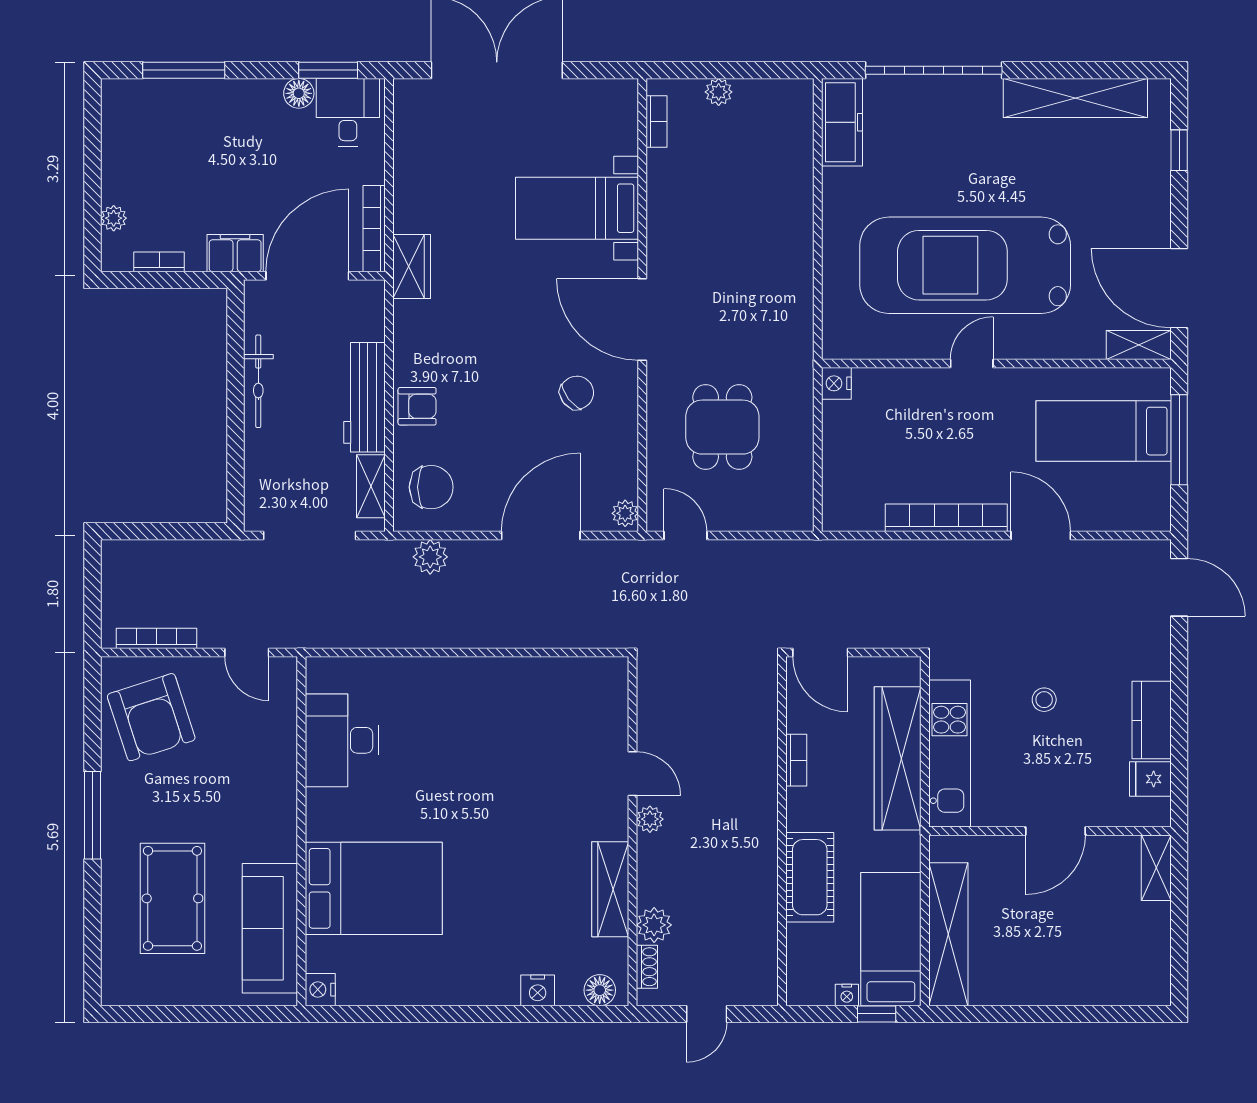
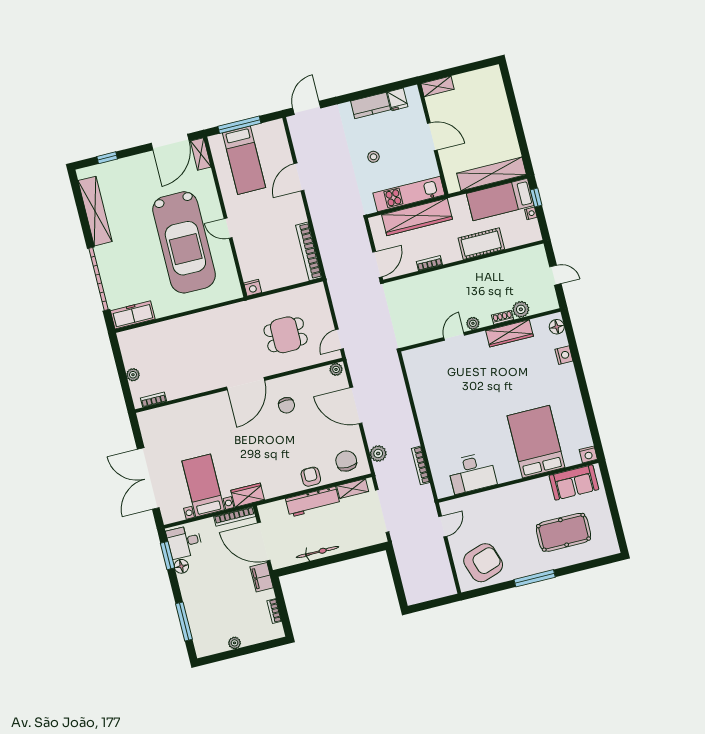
bed with nightstands: (577, 208) -> (203, 485), moved, turned 180
plant: (114, 218) -> (235, 643), moved
chair: (577, 393) -> (286, 405), turned -142
bookcase: (946, 518) -> (309, 251), moved
bookcase: (156, 638) -> (421, 465), moved
sofa: (270, 928) -> (574, 482), width x0.73
shoe rack: (647, 967) -> (503, 317), moved

